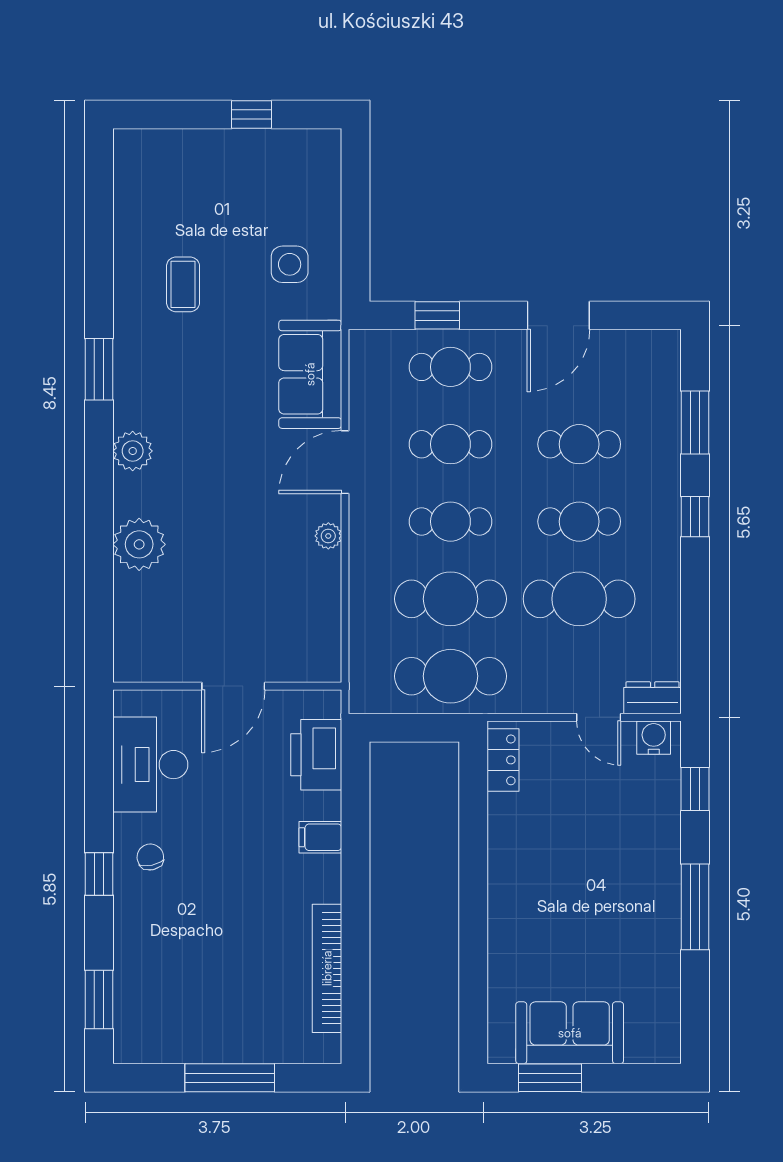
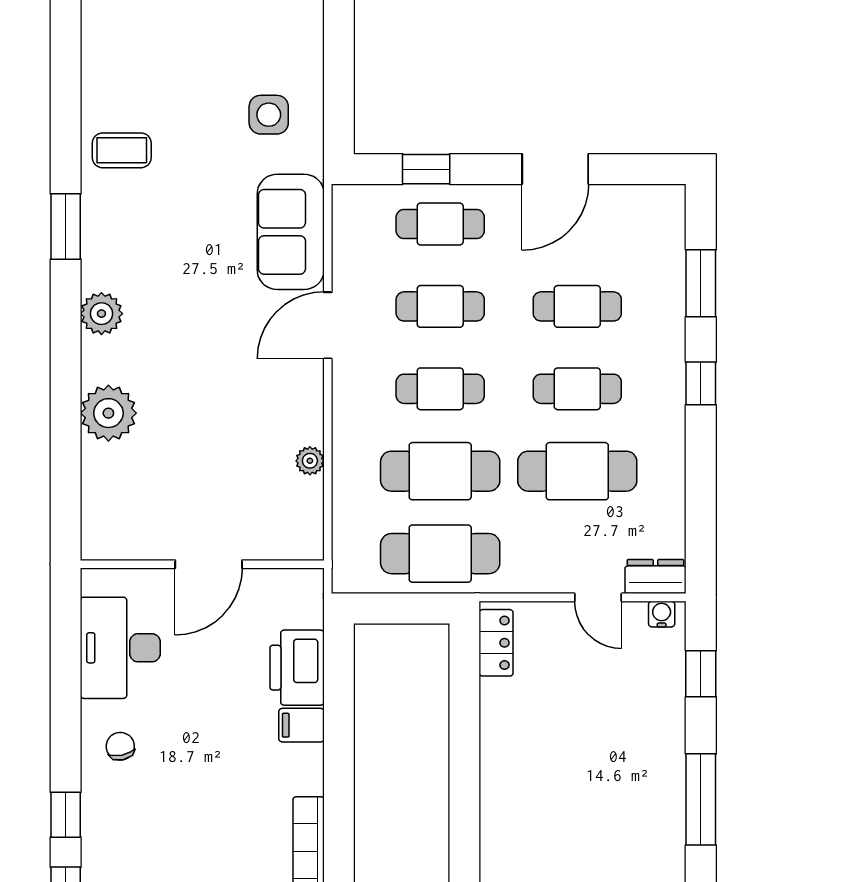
coffee table: (183, 284) -> (122, 150), moved, turned 90
plant: (328, 536) -> (310, 461), moved
water cooler: (654, 738) -> (662, 614), width x0.72, depth x0.72
printer: (316, 755) -> (297, 668), moved
window: (99, 874) -> (66, 815), moved

